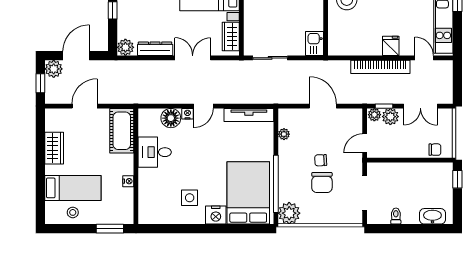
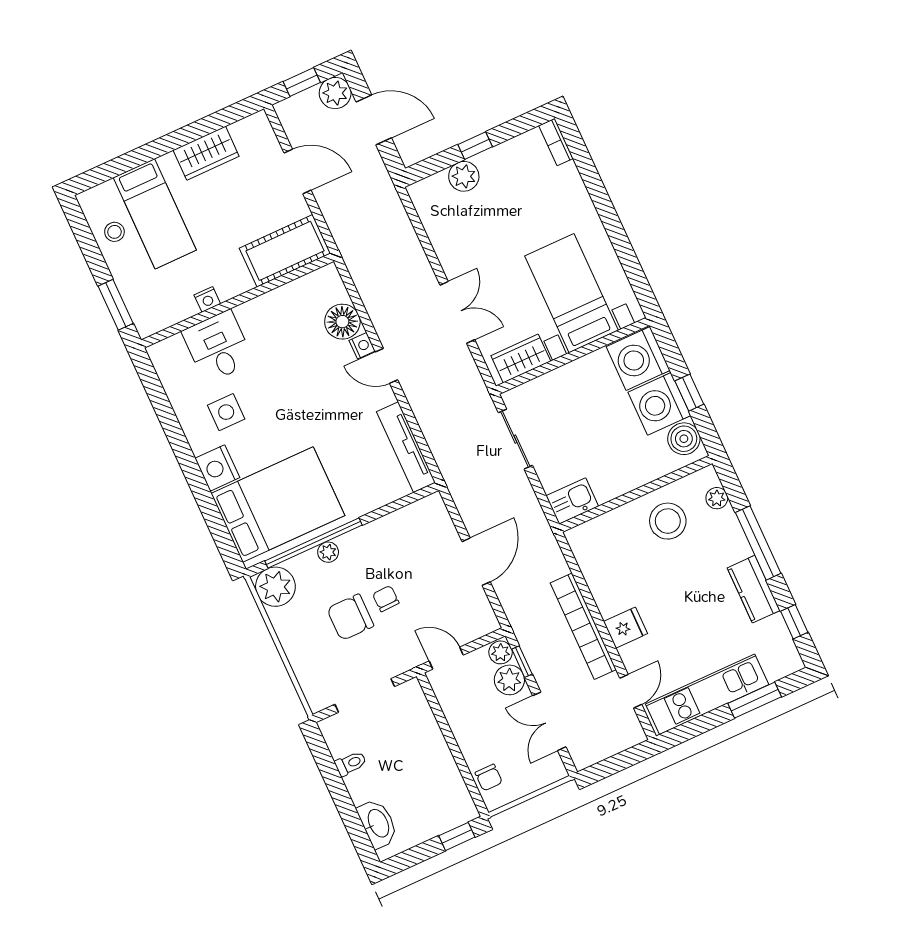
plant: (125, 47) -> (464, 176), moved
dresser: (155, 49) -> (444, 244), removed
plant: (284, 134) -> (328, 552), moved
desk: (155, 152) -> (218, 347), moved

